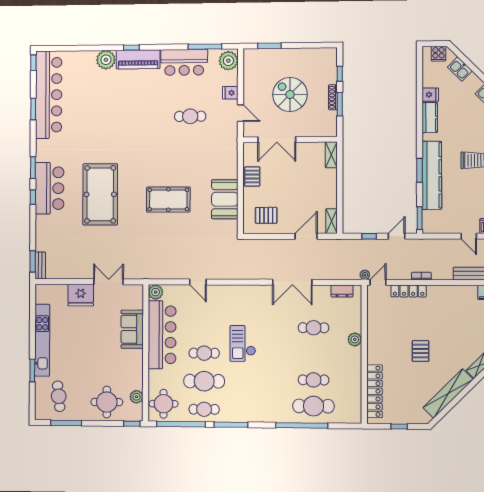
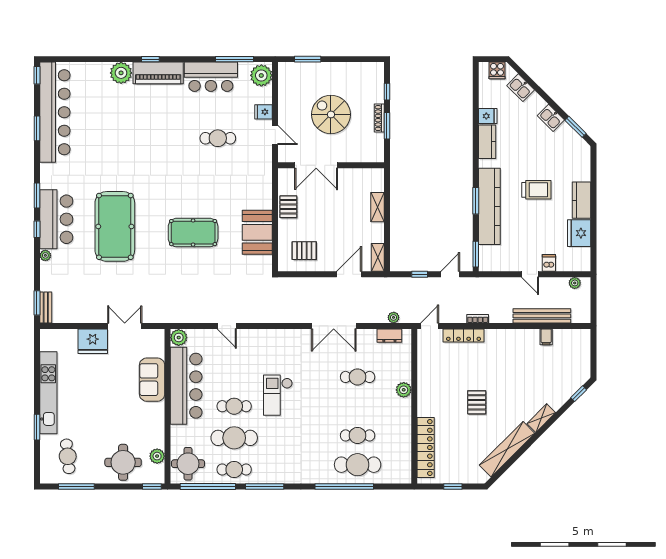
shelving: (331, 155) -> (377, 207), moved
plant: (40, 220) -> (45, 255), added
plant: (365, 275) -> (394, 317), moved

